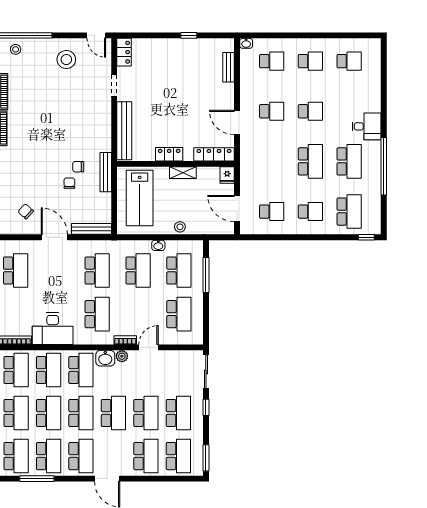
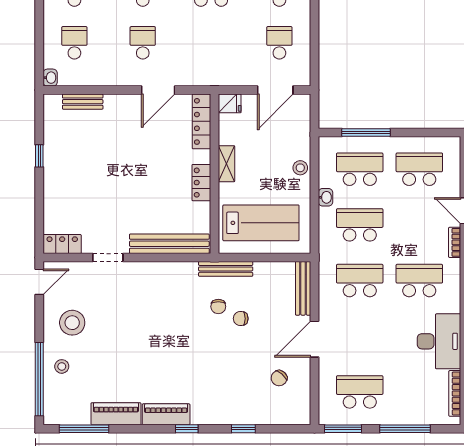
stool: (16, 49) -> (62, 366), moved

